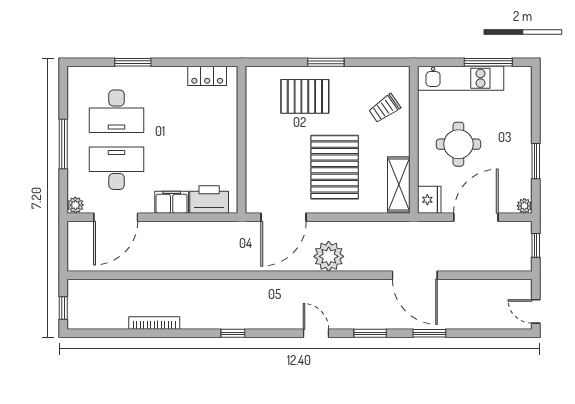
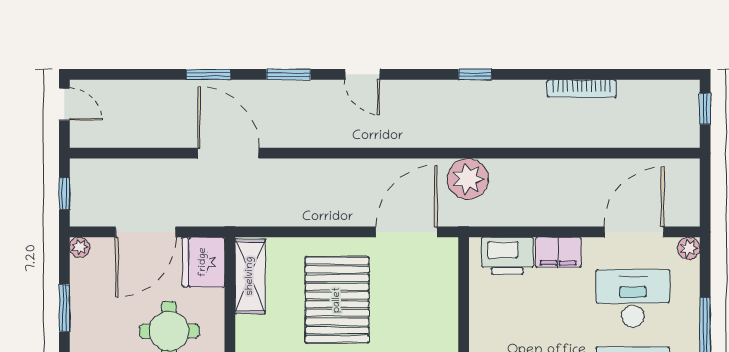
desk: (117, 168) -> (633, 298), turned 180
fridge: (429, 200) -> (203, 262), width x1.36, depth x1.34
plant: (329, 256) -> (468, 179), moved

